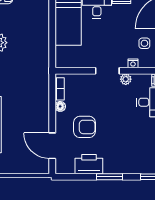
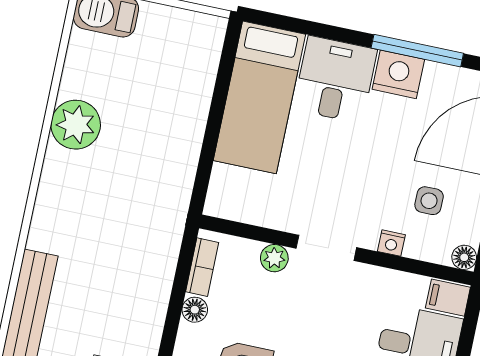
plant: (126, 79) -> (274, 258), moved

